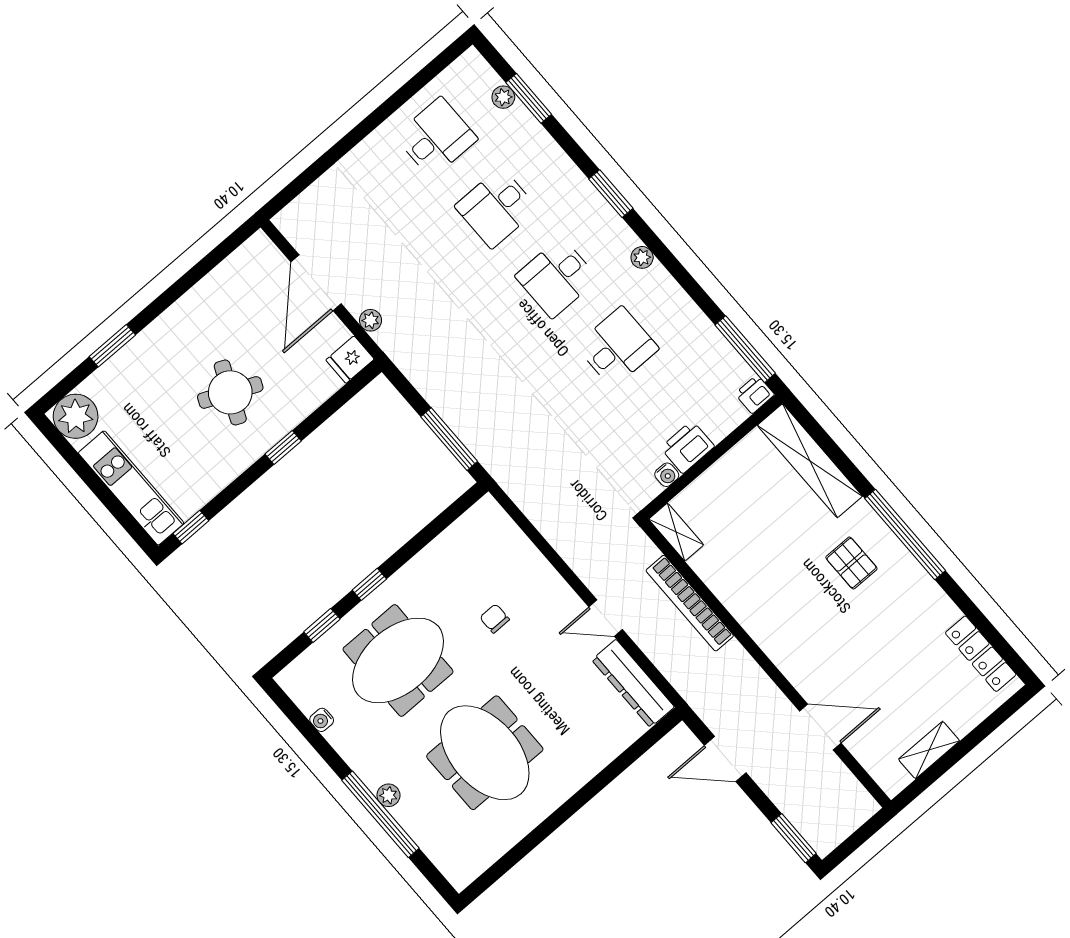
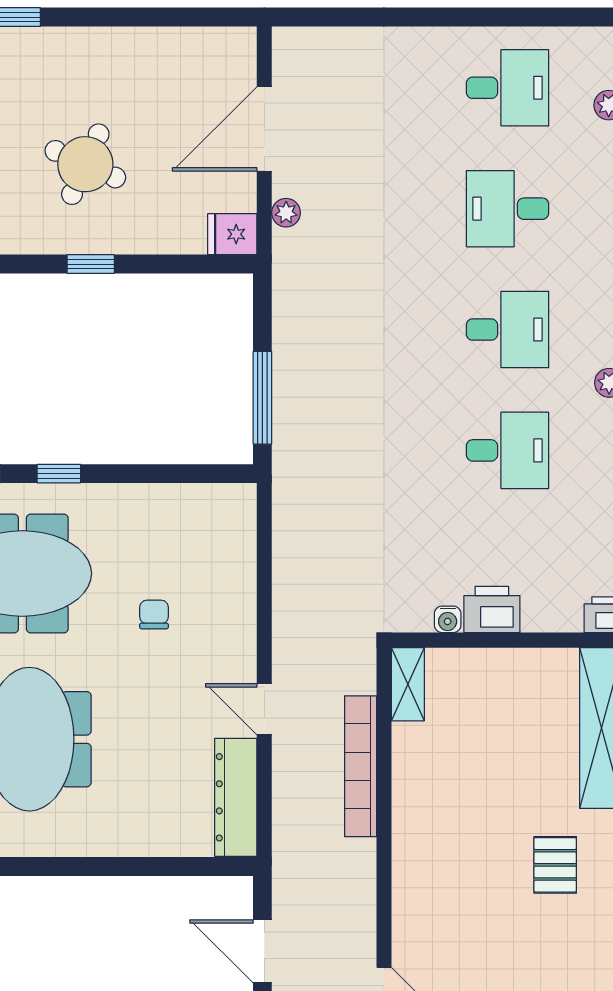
desk: (557, 277) -> (507, 330), turned 180

